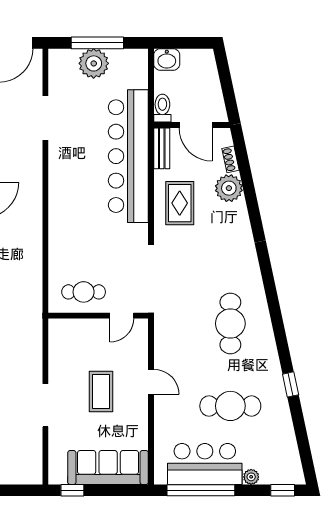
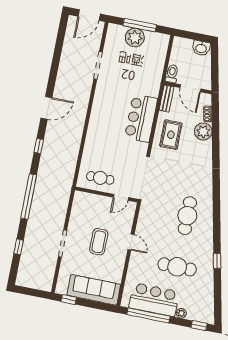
washbasin: (167, 59) -> (201, 48), moved
bar counter: (128, 156) -> (141, 118), width x0.54

